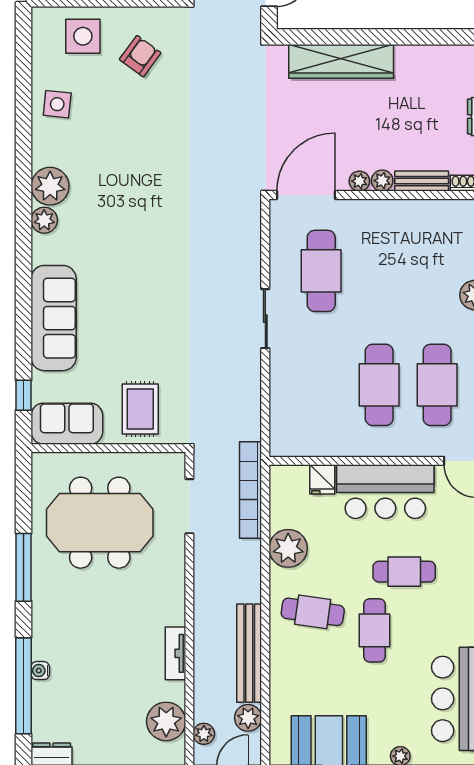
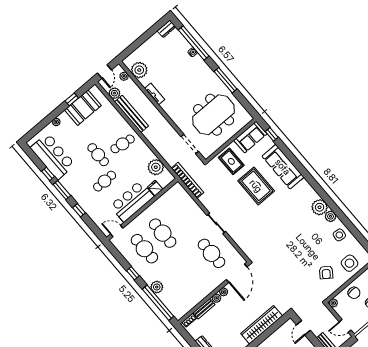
plant: (44, 220) -> (331, 216), moved
rug: (133, 325) -> (256, 186), added
bookcase: (251, 490) -> (187, 180), moved
plant: (288, 548) -> (156, 167), moved

